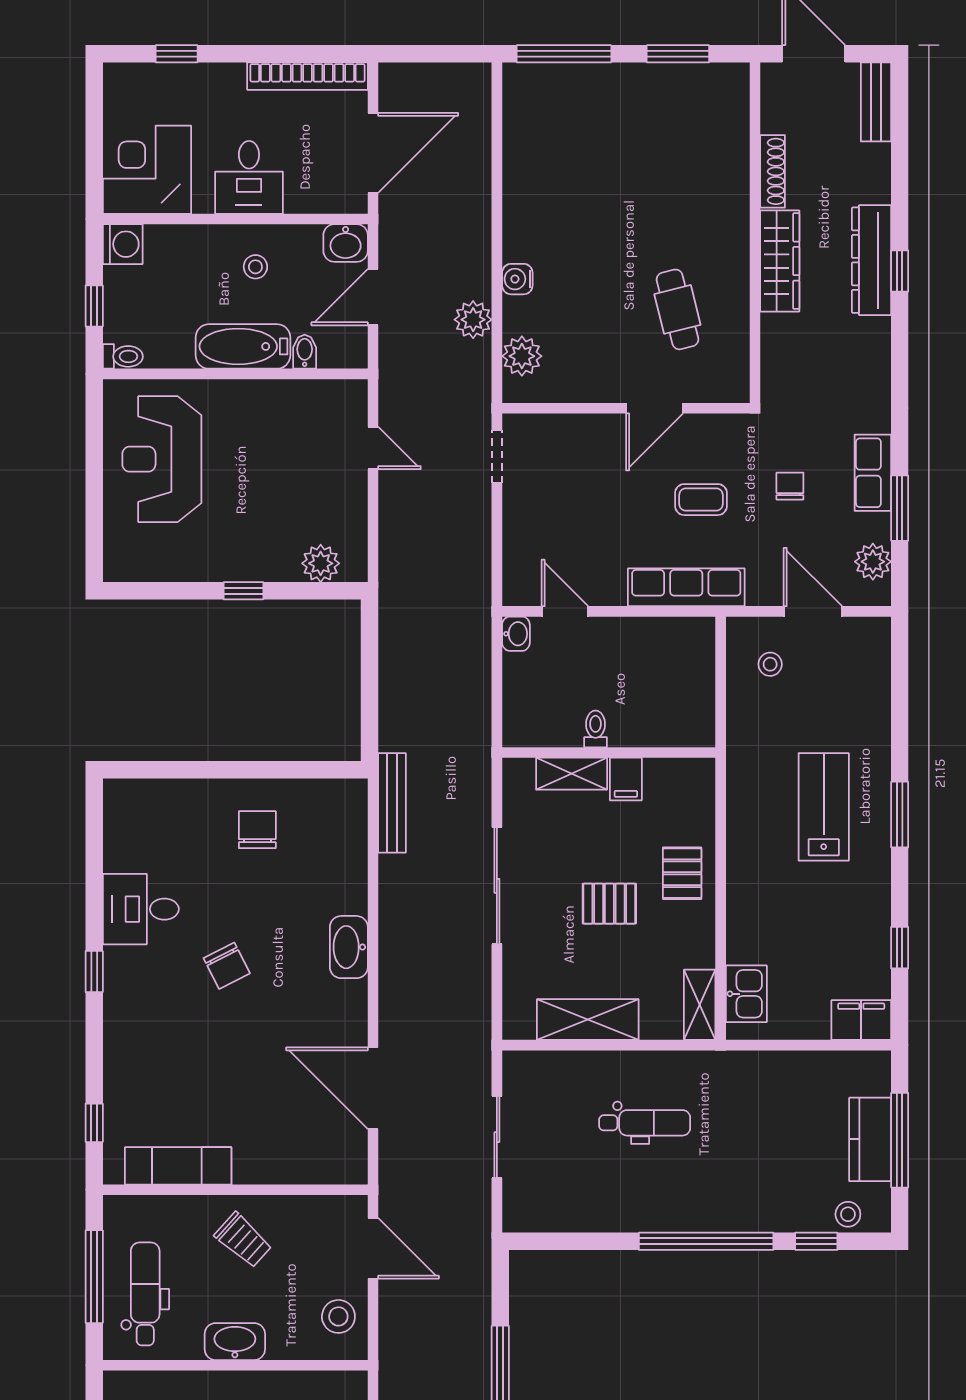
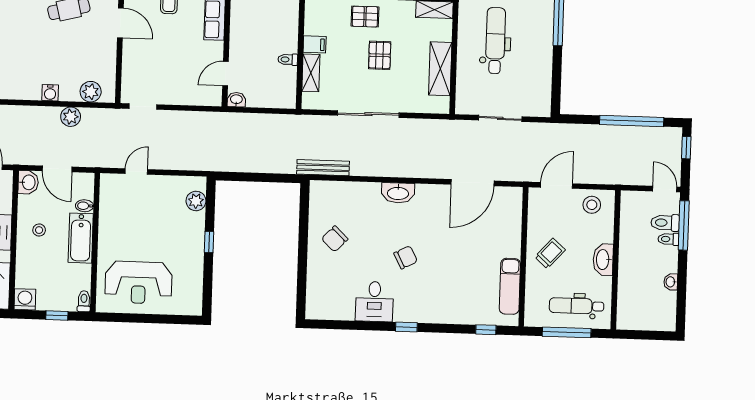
chair: (257, 830) -> (335, 239), turned -46
dental chair: (645, 1123) -> (495, 41), width x1.36, depth x1.38

